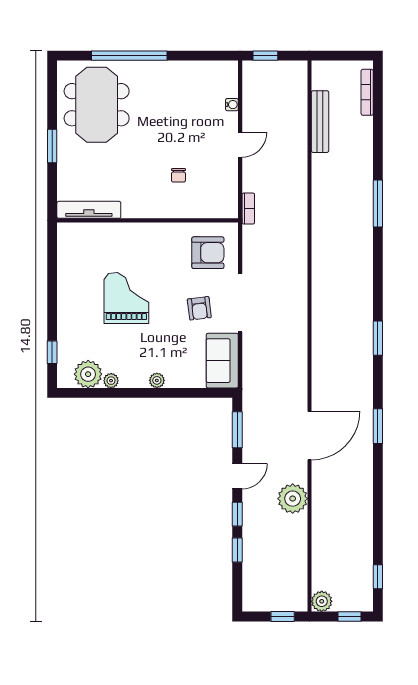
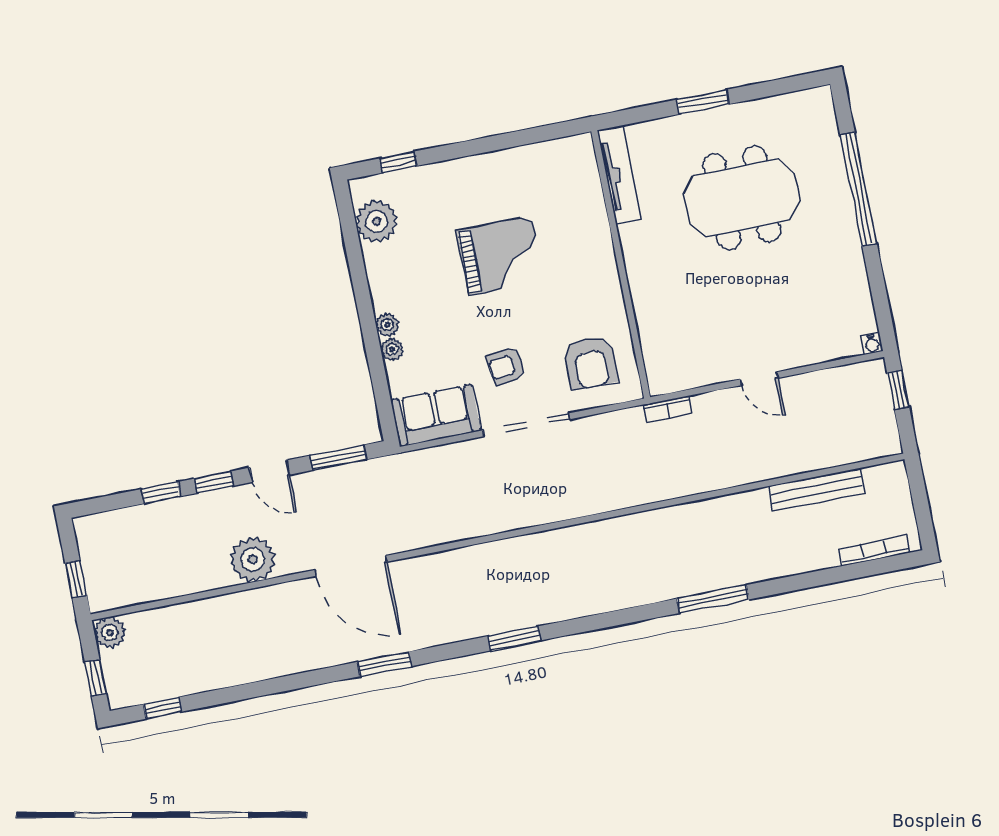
meeting table: (97, 105) -> (742, 198), moved
water cooler: (232, 105) -> (872, 344), moved
chair: (178, 175) -> (696, 297), removed
plant: (111, 381) -> (392, 349), moved

